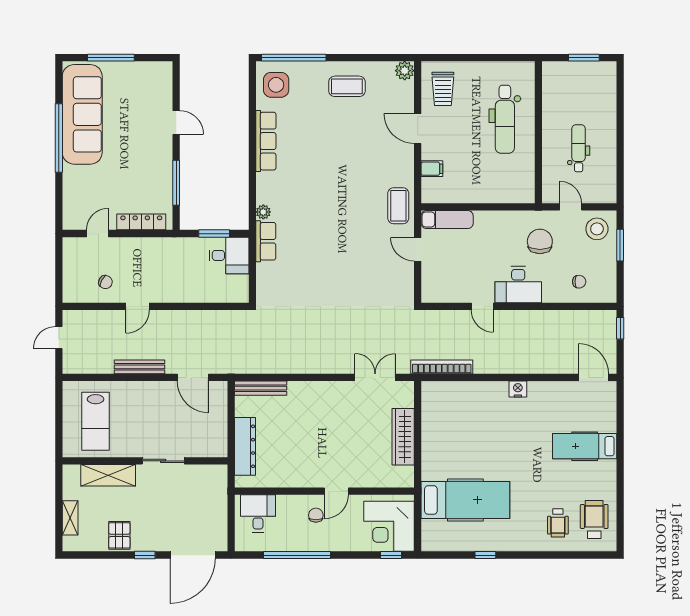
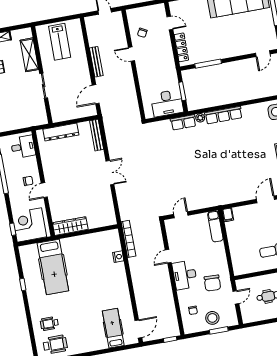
door: (176, 123) -> (263, 54), moved
row of seats: (266, 141) -> (224, 115), moved
filing cabinet: (432, 169) -> (228, 215), moved
coffee table: (398, 206) -> (218, 196), removed
stool: (597, 229) -> (212, 318), moved
chair: (540, 241) -> (212, 283), turned 92
door: (418, 249) -> (181, 215), moved
desk: (229, 255) -> (167, 103), width x1.37
double door: (375, 377) -> (110, 173), moved
nightstand: (518, 389) -> (118, 257), moved
lab bench: (96, 421) -> (60, 42), turned -90
wardrobe: (403, 437) -> (70, 226), moved
hospital bed: (585, 446) -> (113, 328), moved
door: (336, 491) -> (44, 190), hinge flipped

